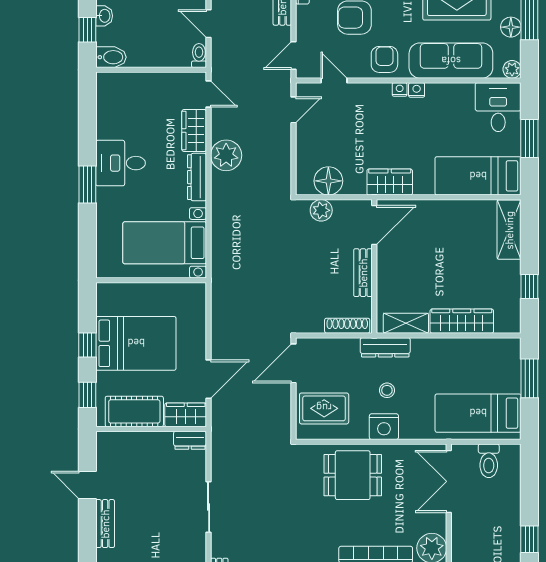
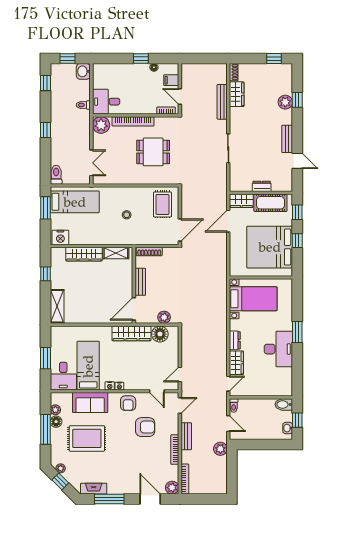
sofa: (451, 61) -> (90, 403), width x0.73
plant: (512, 69) -> (55, 410), moved
door: (209, 94) -> (228, 384), swing flipped
plant: (226, 155) -> (218, 349), removed
desk: (121, 163) -> (278, 349), width x1.37
bed: (478, 176) -> (88, 366), moved, turned -90
dresser: (197, 177) -> (235, 340), width x0.70
wardrobe: (390, 182) -> (132, 333), width x1.50
bed: (136, 343) -> (270, 247), width x1.36
dresser: (385, 347) -> (128, 239), removed
window: (529, 378) -> (45, 208), moved
rug: (324, 408) -> (162, 204), turned 90
nightstand: (384, 427) -> (60, 237), moved, turned 180
dresser: (190, 440) -> (262, 186), moved
toilet: (489, 461) -> (56, 175), moved
dining table: (353, 475) -> (153, 152), moved
double door: (449, 481) -> (91, 163), width x0.73

